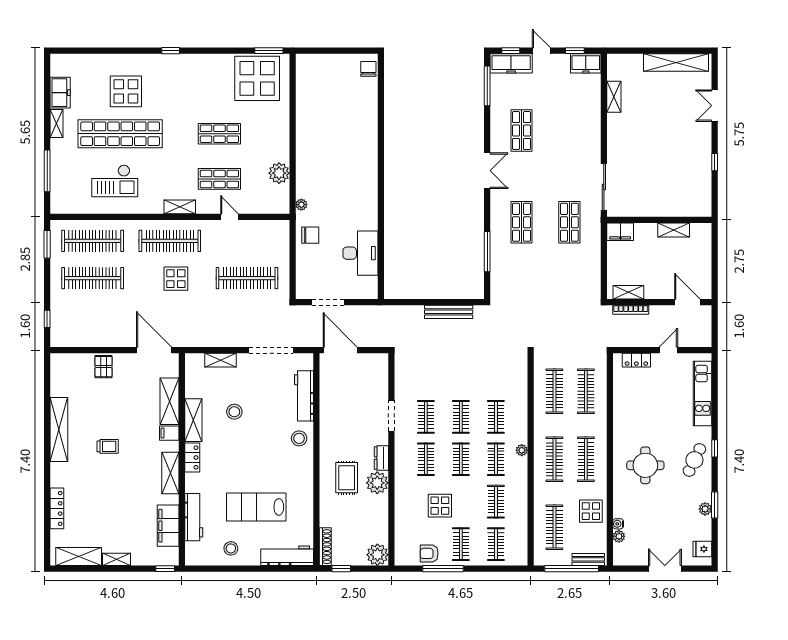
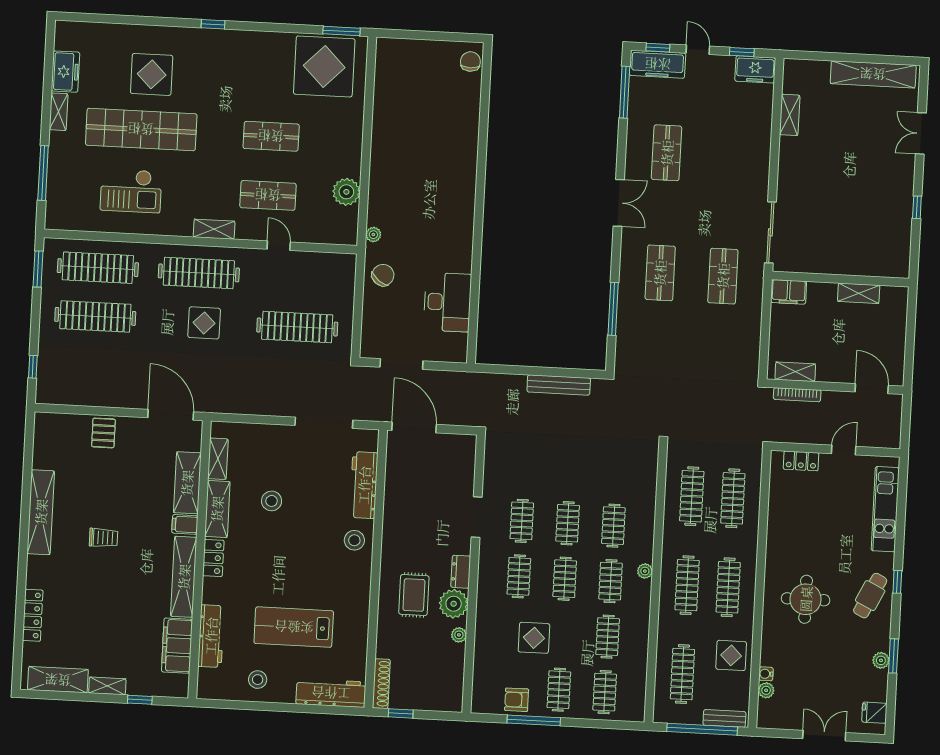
chair: (310, 235) -> (383, 275), turned -52
shelving: (220, 360) -> (218, 459), moved, turned 90
shelving: (170, 473) -> (184, 577), width x1.47
plant: (377, 555) -> (459, 635), moved, width x0.53, depth x0.53
window: (165, 569) -> (140, 700), moved

